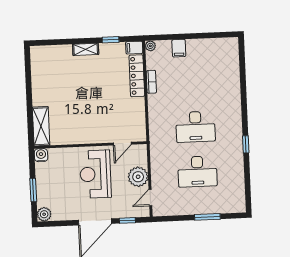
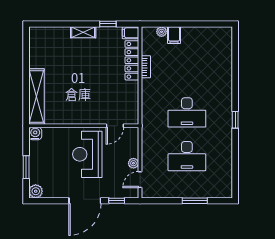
plant: (150, 46) -> (162, 32), moved
shelving: (41, 126) -> (36, 96), width x1.47
window: (246, 144) -> (235, 120), moved
plant: (138, 177) -> (133, 163), width x0.53, depth x0.53

